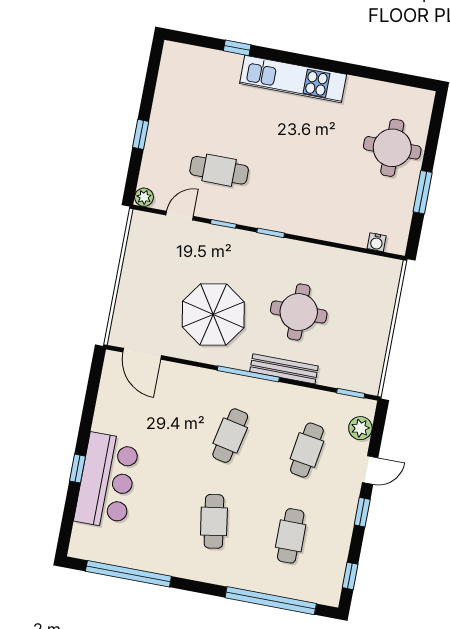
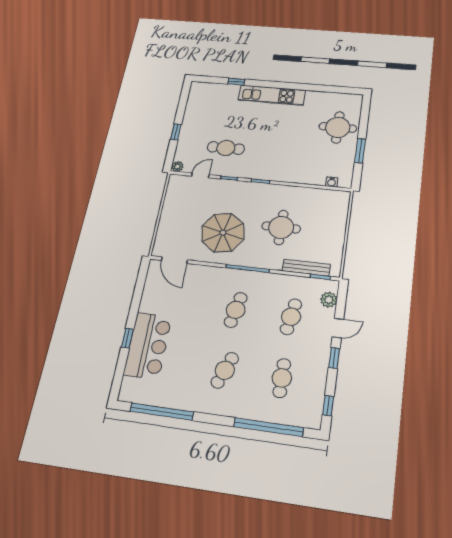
bench: (284, 369) -> (306, 268), moved
cafe table: (214, 521) -> (225, 370), turned 30

